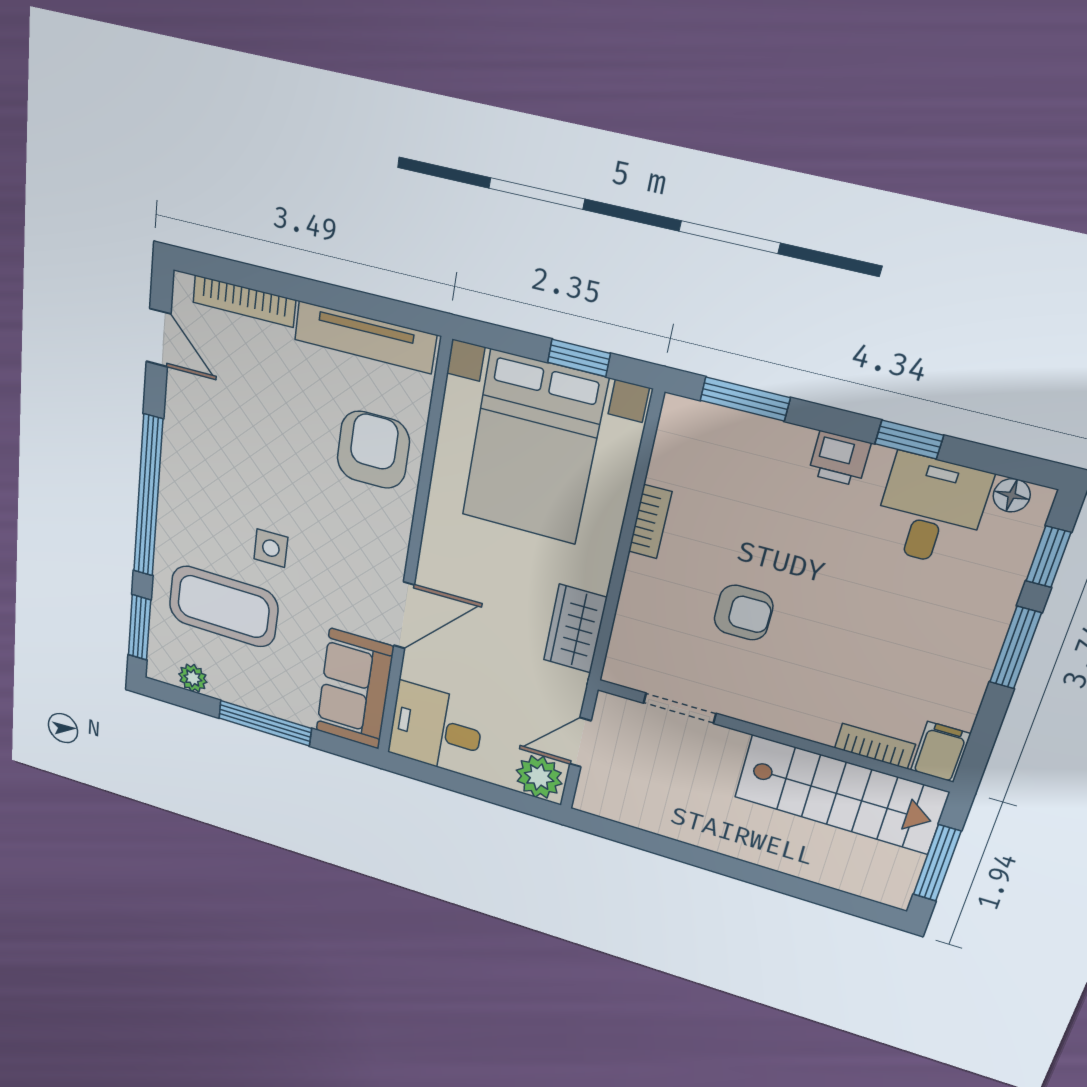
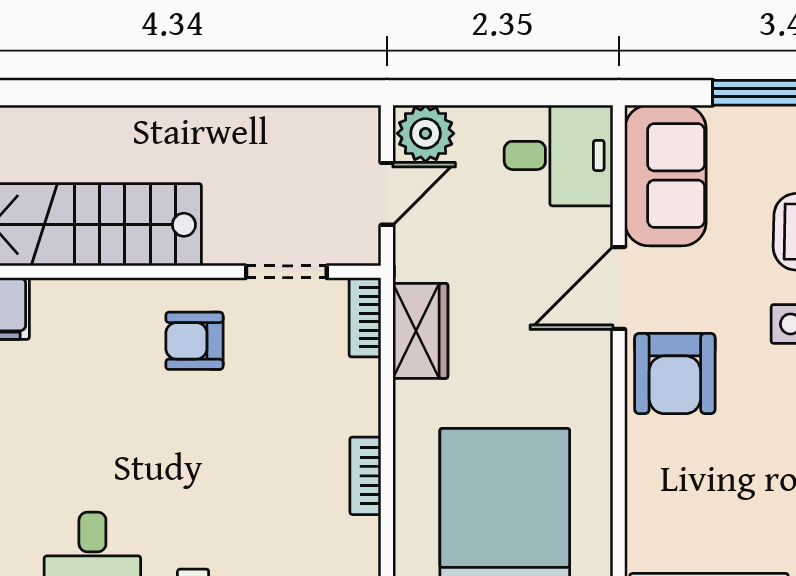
armchair: (373, 450) -> (675, 374), moved
armchair: (744, 613) -> (194, 341), moved
bookcase: (875, 746) -> (365, 317), moved, turned 90

